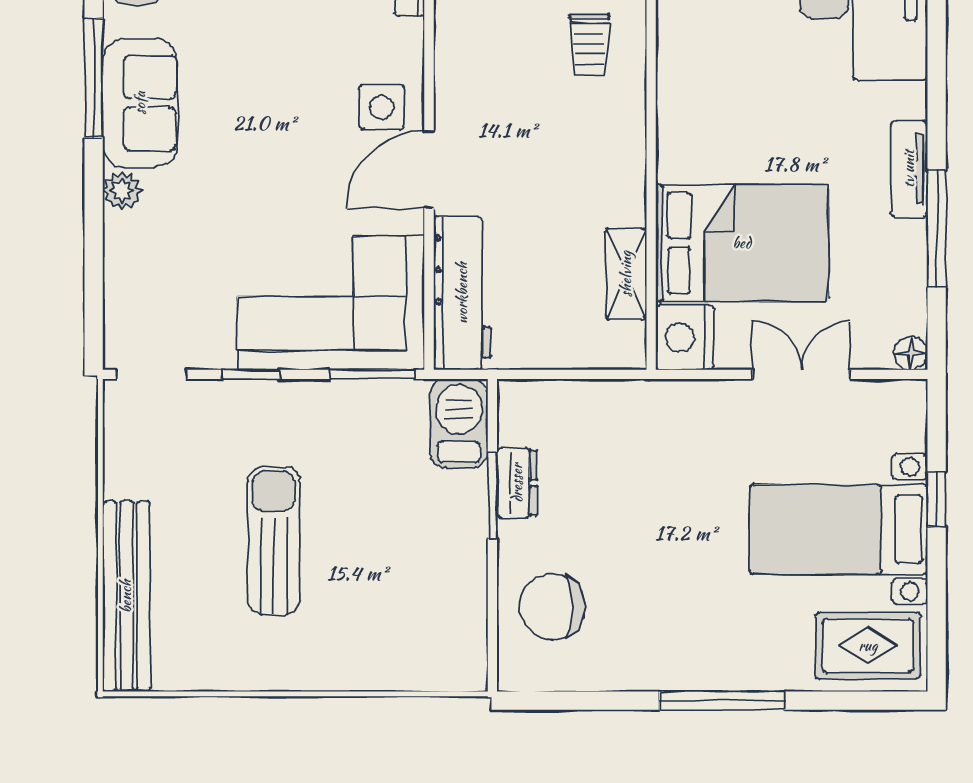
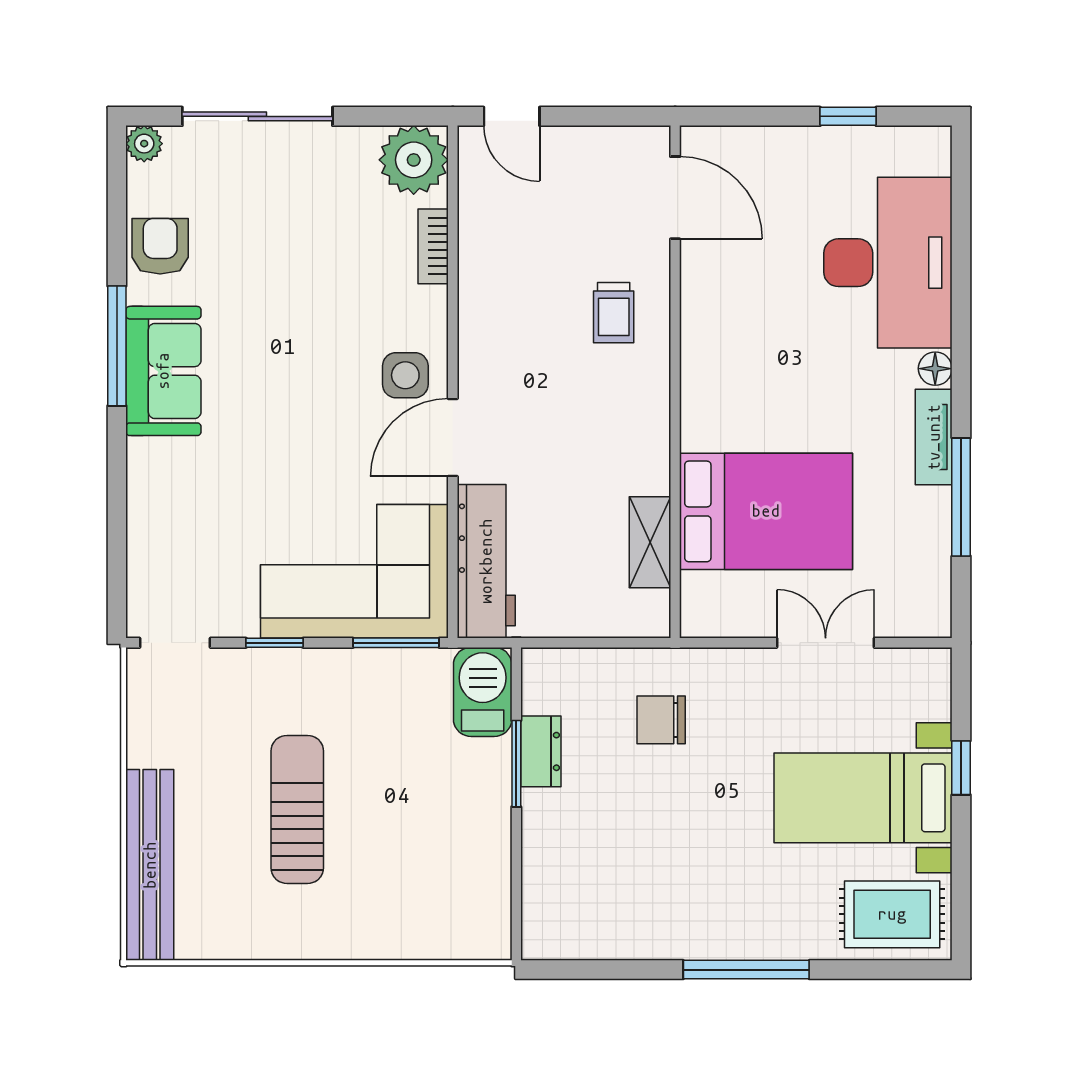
plant: (122, 191) -> (145, 459), removed
nightstand: (685, 337) -> (709, 606), removed
floor lamp: (911, 353) -> (935, 369), moved
chair: (552, 607) -> (661, 720), moved, width x0.73, depth x0.73

